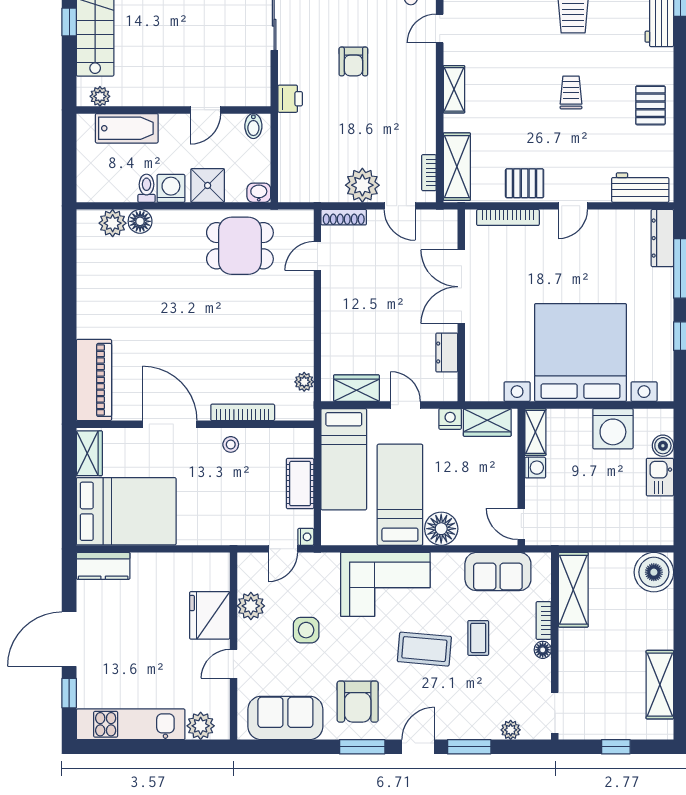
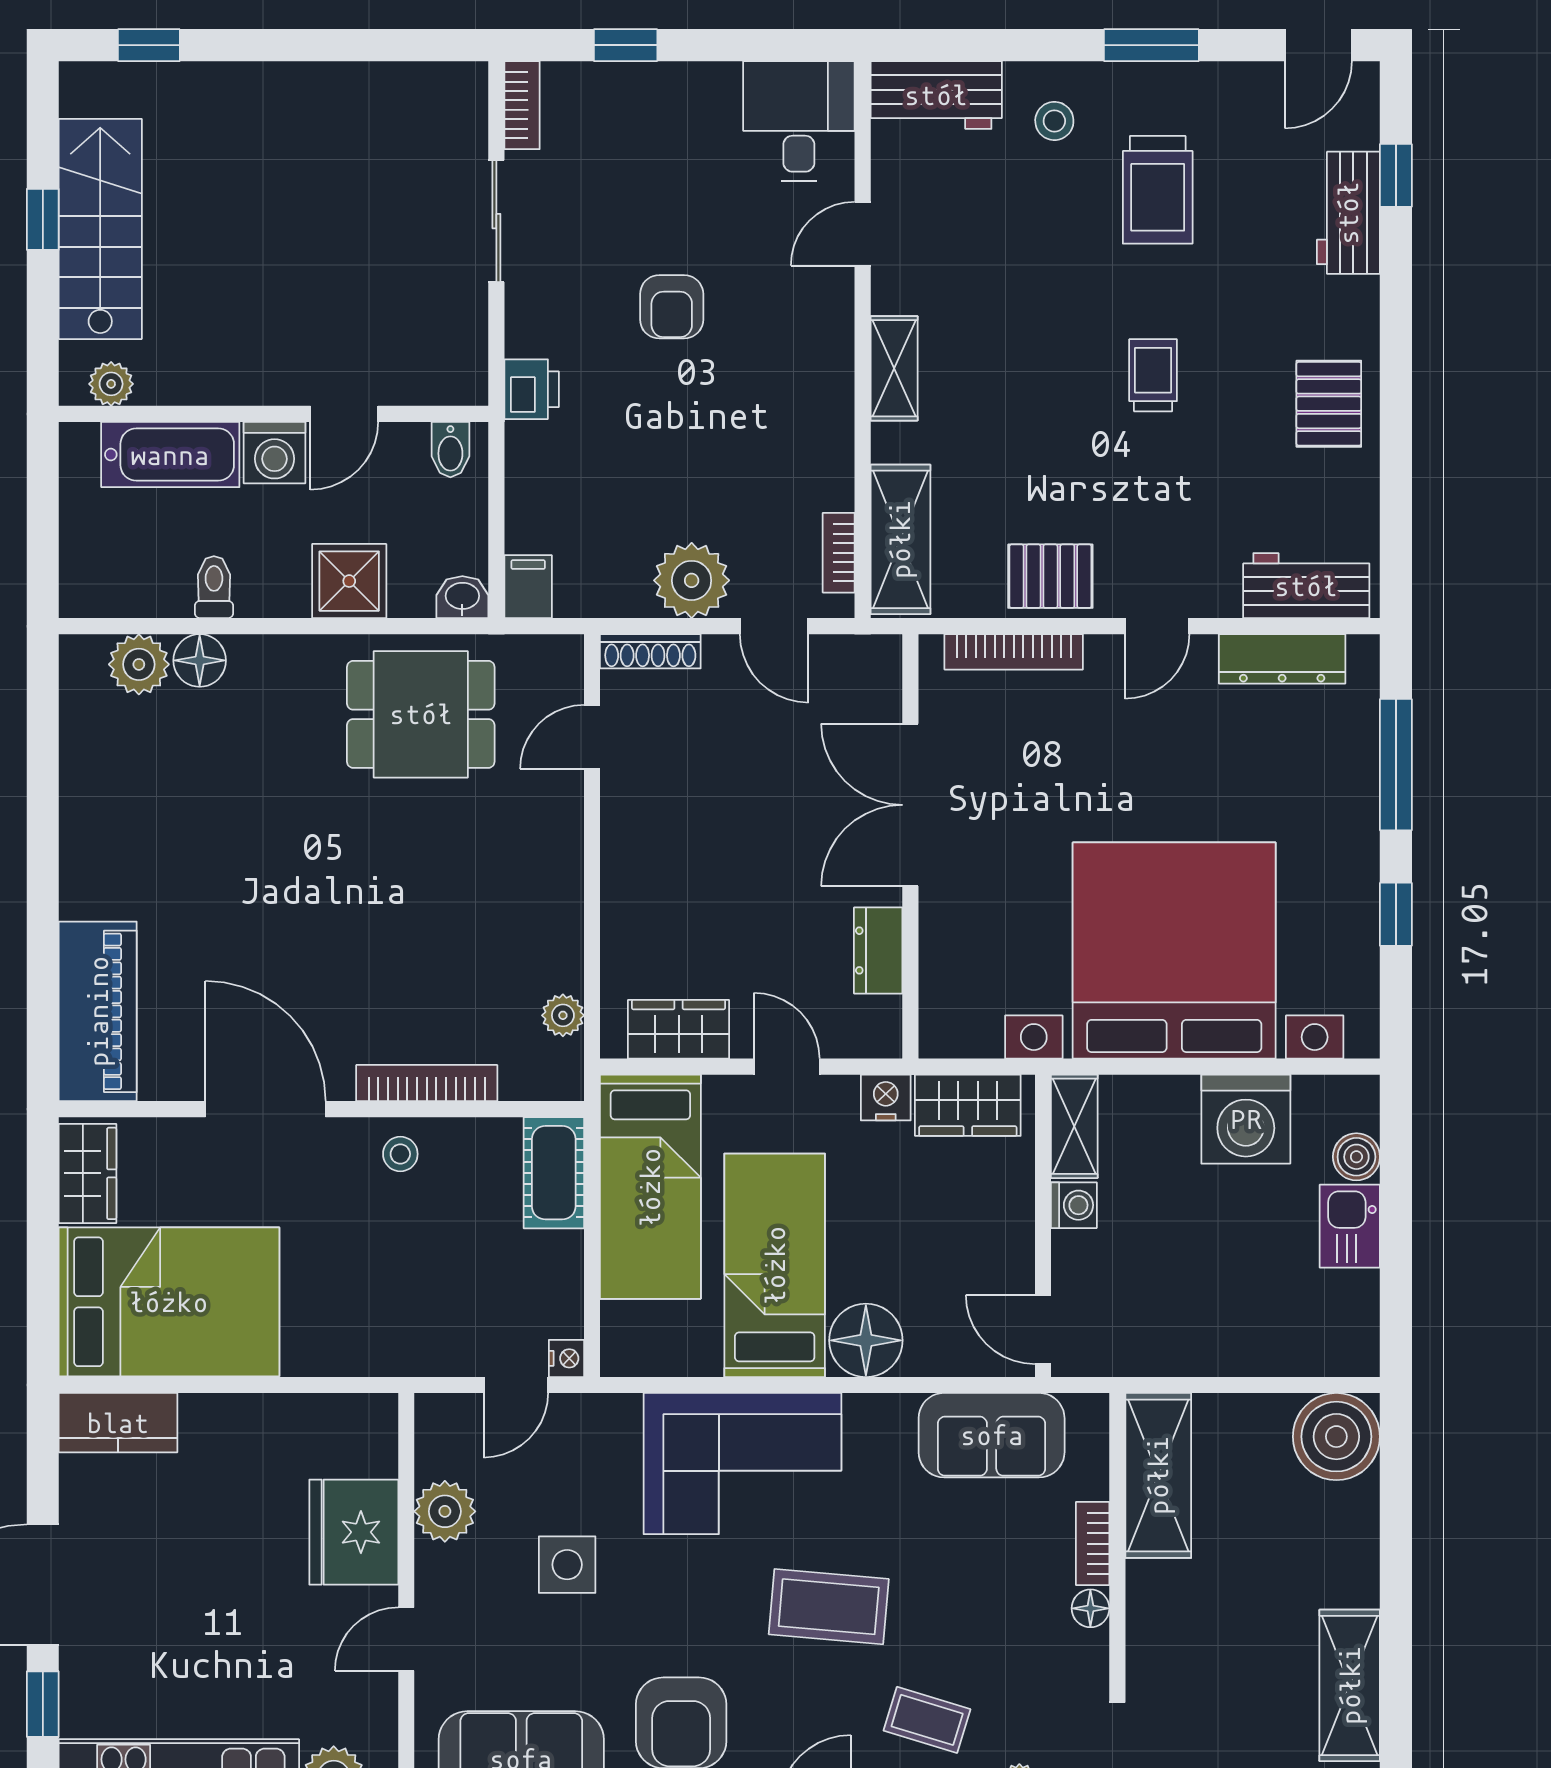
washing machine: (171, 188) -> (274, 453), moved, turned 180
filing cabinet: (288, 188) -> (528, 587), added
dresser: (662, 238) -> (1282, 659), moved, turned -90
cot: (300, 484) -> (554, 1173), moved
coffee table: (478, 638) -> (927, 1720), moved, turned -73

